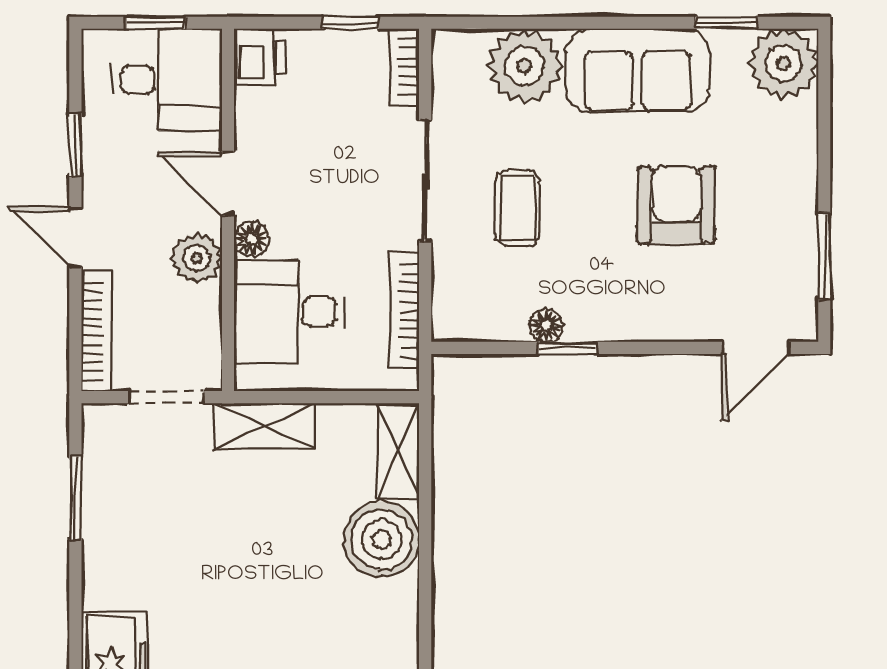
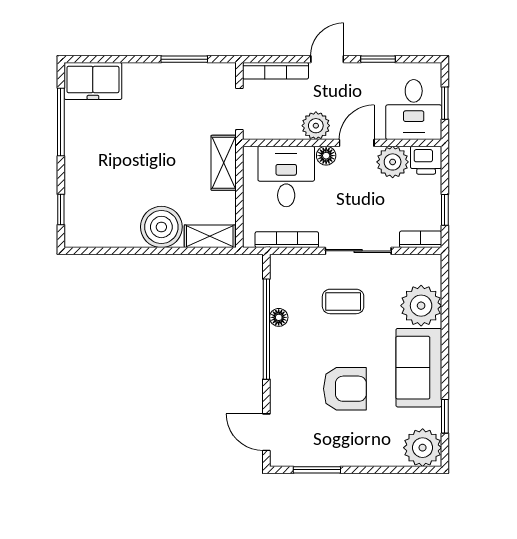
plant: (263, 118) -> (393, 162), added
window: (567, 348) -> (266, 329), width x3.17

